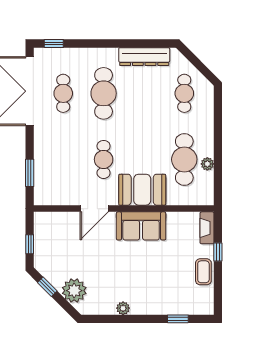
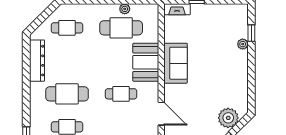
door: (94, 209) -> (161, 114), moved
coffee table: (203, 272) -> (213, 12), removed
plant: (123, 308) -> (243, 44), moved

